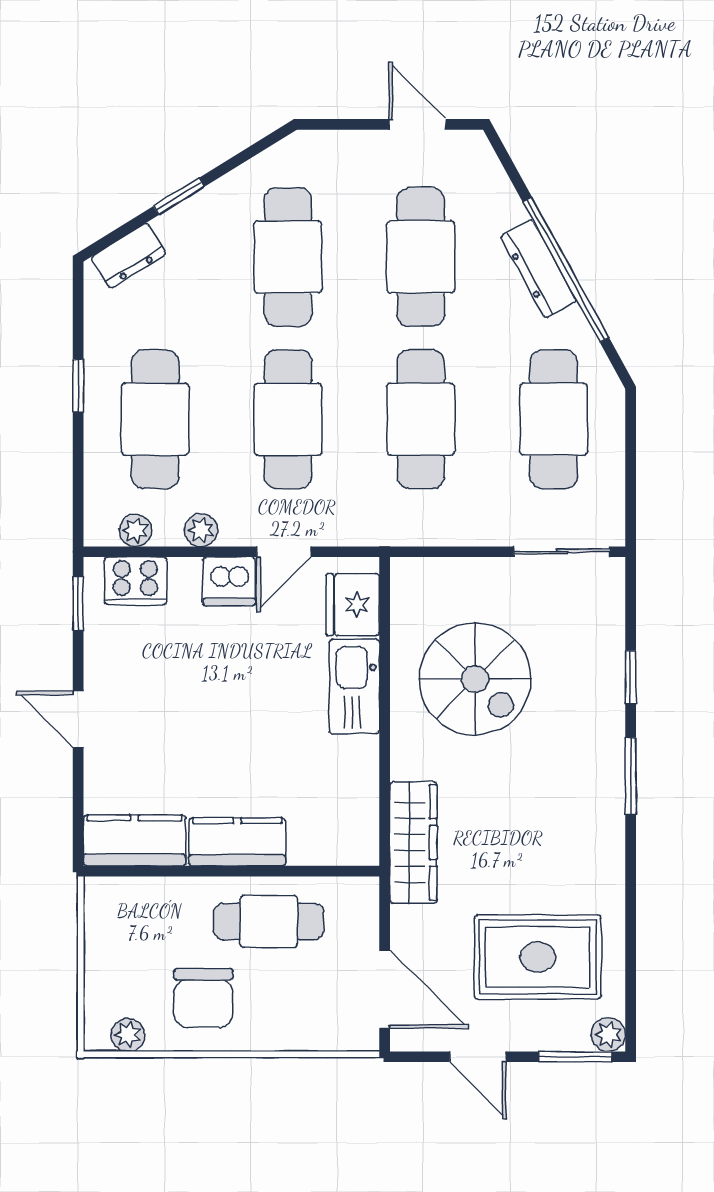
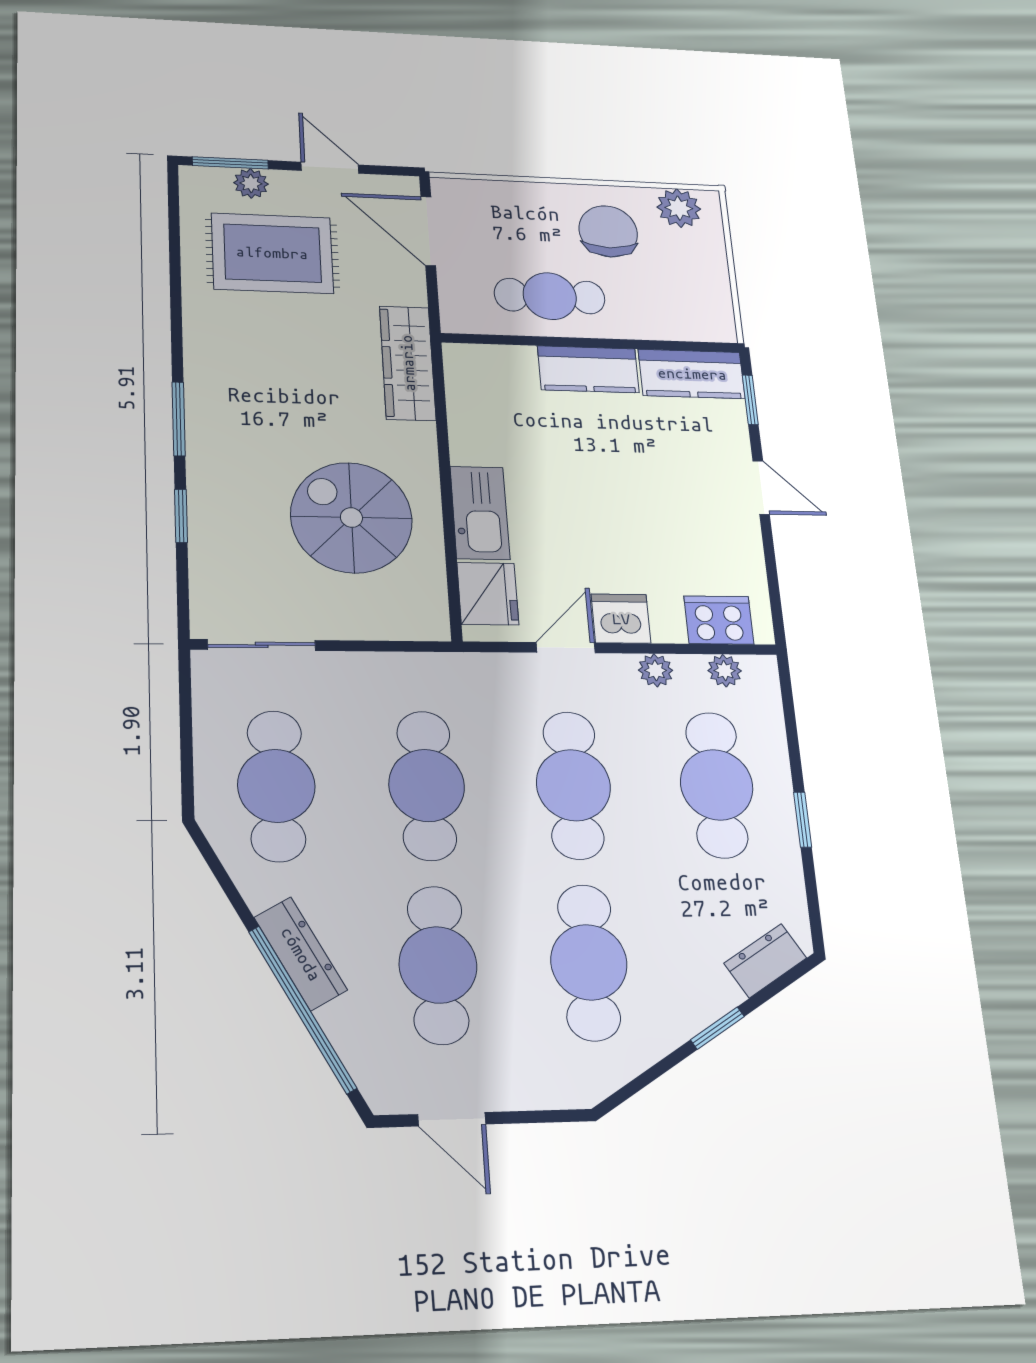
window: (566, 270) -> (302, 1009), moved
window: (78, 603) -> (750, 400), moved
plant: (128, 1035) -> (679, 208), width x1.38, depth x1.38
plant: (608, 1035) -> (251, 183), moved

